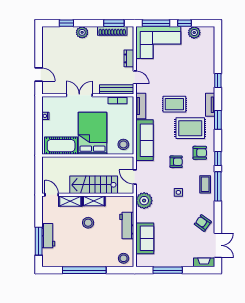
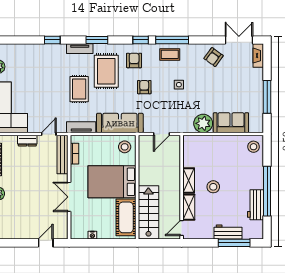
stairs: (94, 185) -> (148, 212), moved, turned 180
plant: (144, 201) -> (203, 123), moved
workbench: (127, 225) -> (255, 205), moved, turned 90

